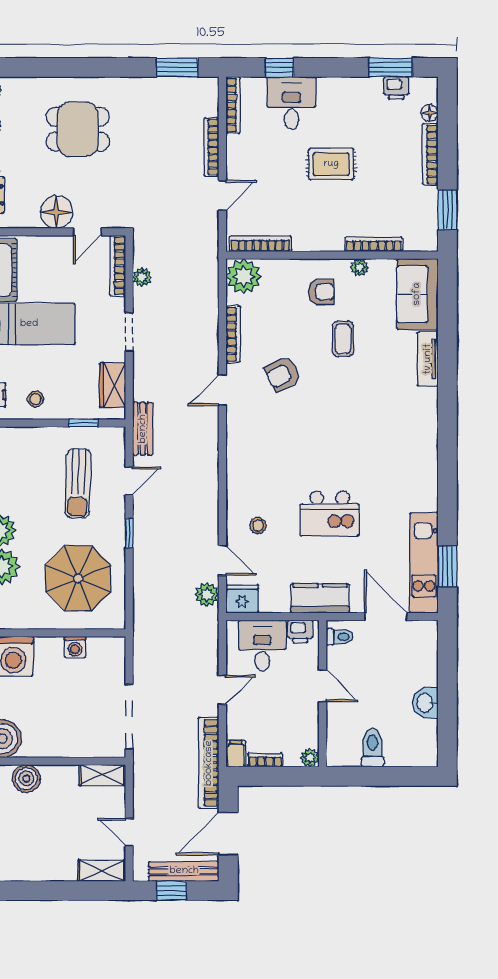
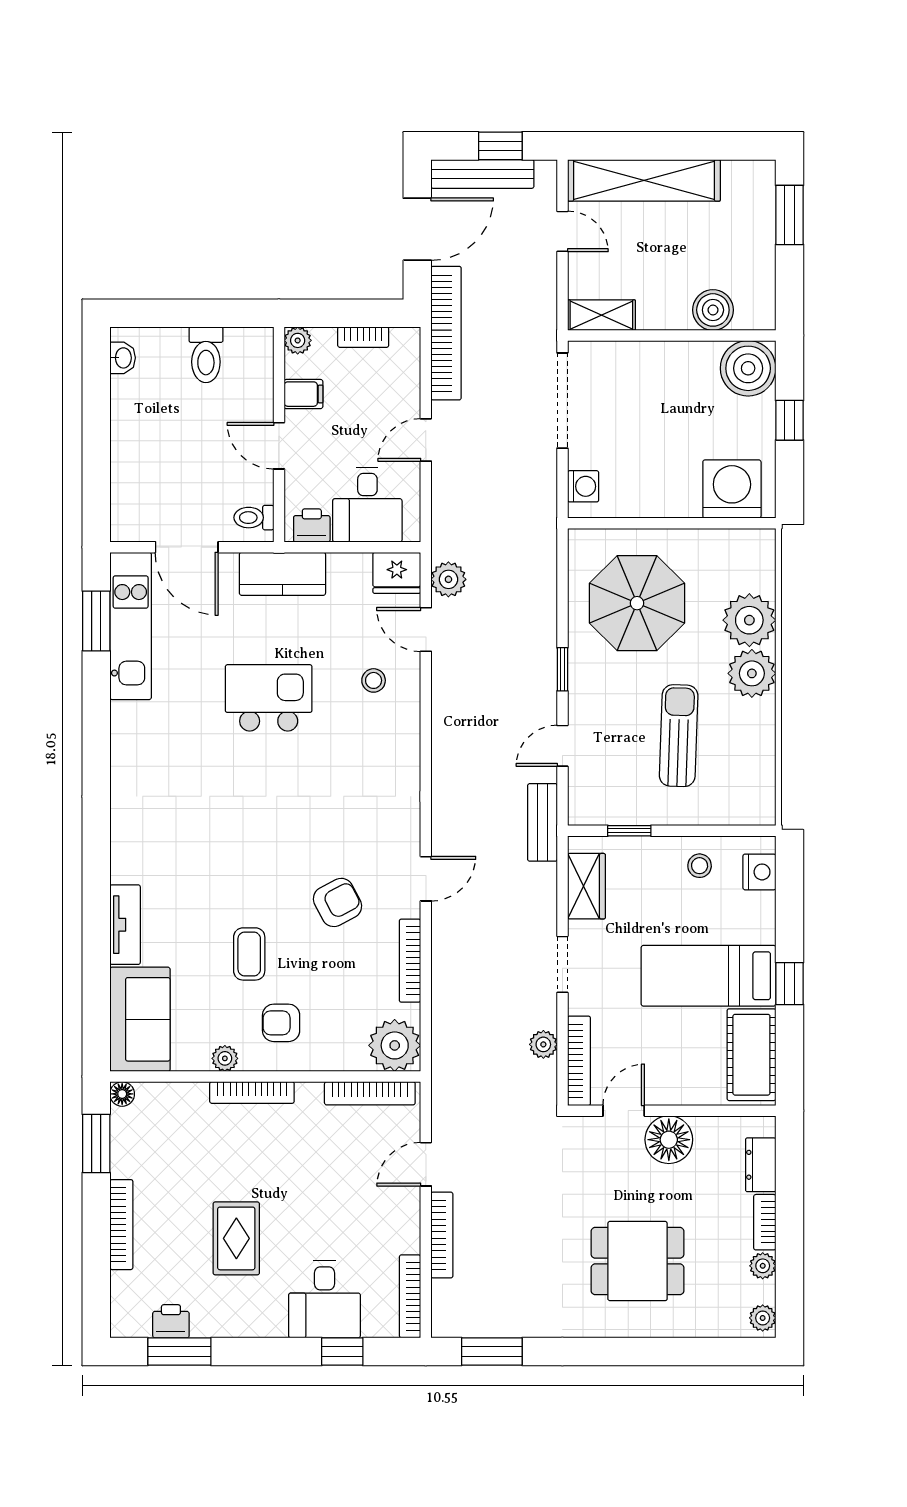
floor lamp: (430, 113) -> (122, 1094), moved
rug: (331, 164) -> (236, 1238), moved, turned 90
bookcase: (374, 244) -> (252, 1092), moved
sun lounger: (78, 483) -> (679, 736), moved
washing machine: (75, 647) -> (583, 486), moved, turned 90
washbasin: (425, 703) -> (123, 358), moved, width x0.72, depth x0.69
filing cabinet: (236, 754) -> (303, 394), moved, turned -90
shelving: (102, 871) -> (644, 180), width x2.20, depth x1.33

